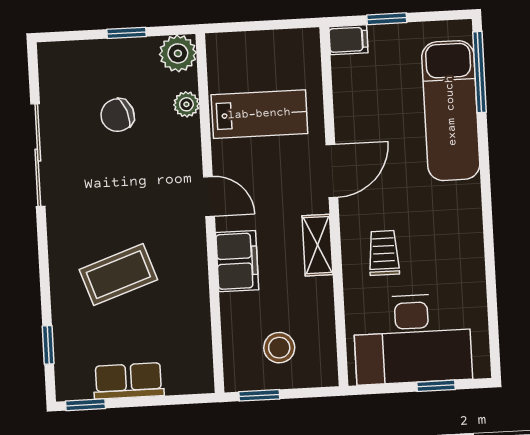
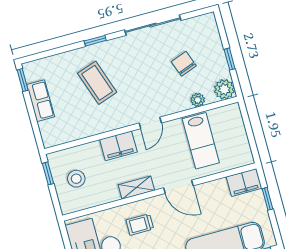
filing cabinet: (348, 40) -> (244, 183), width x2.00
trolley: (384, 253) -> (140, 224), turned 180
window: (48, 345) -> (95, 41), moved

